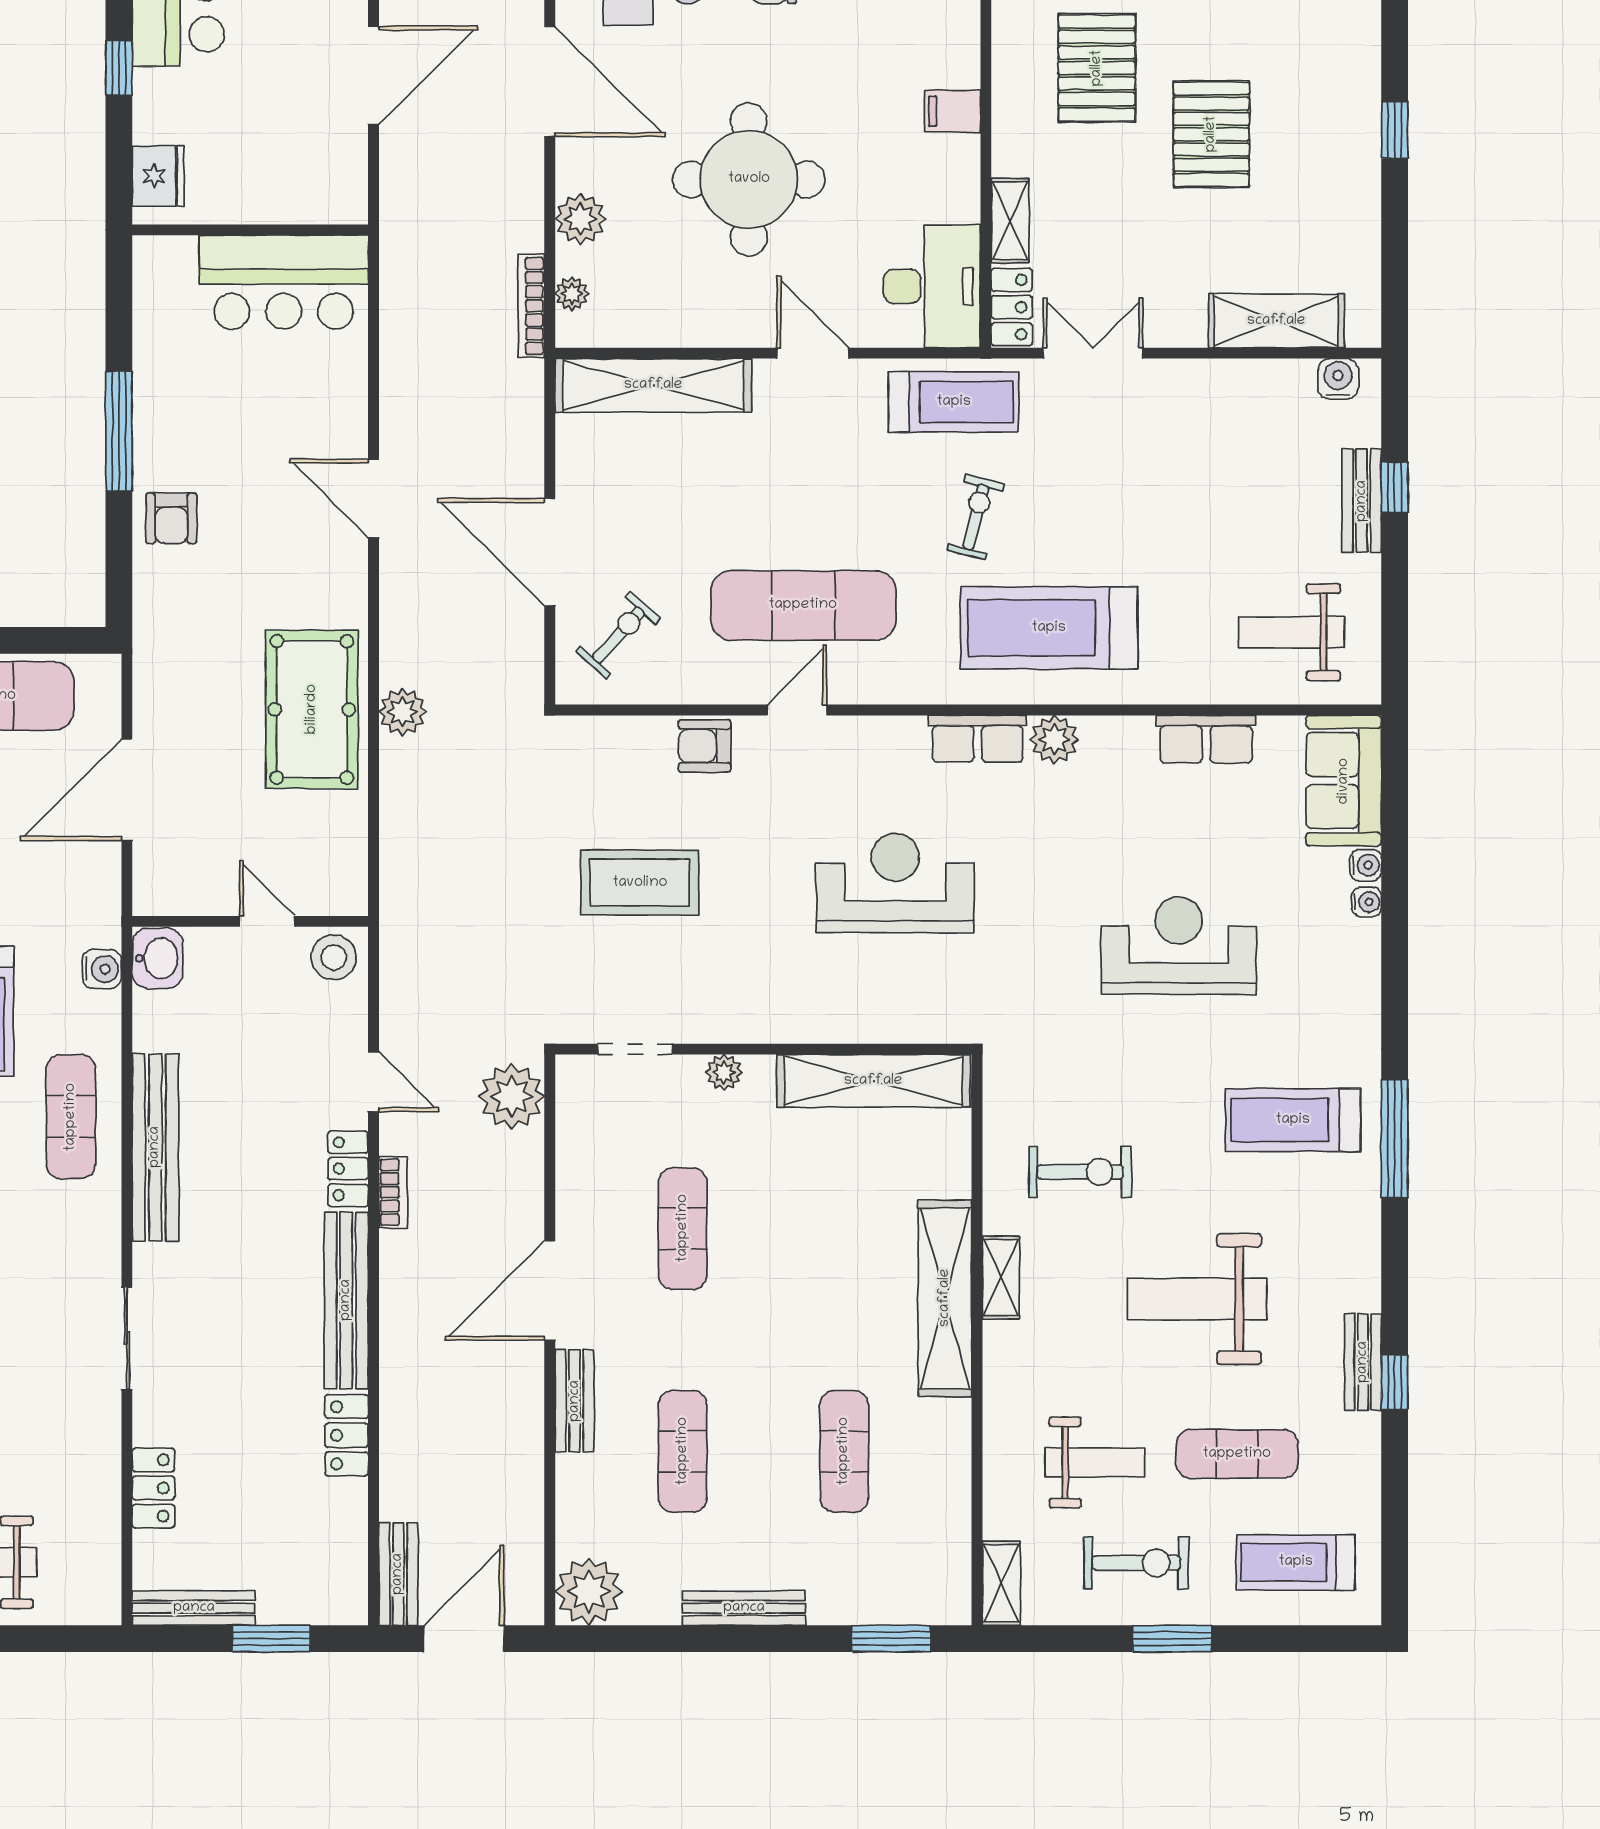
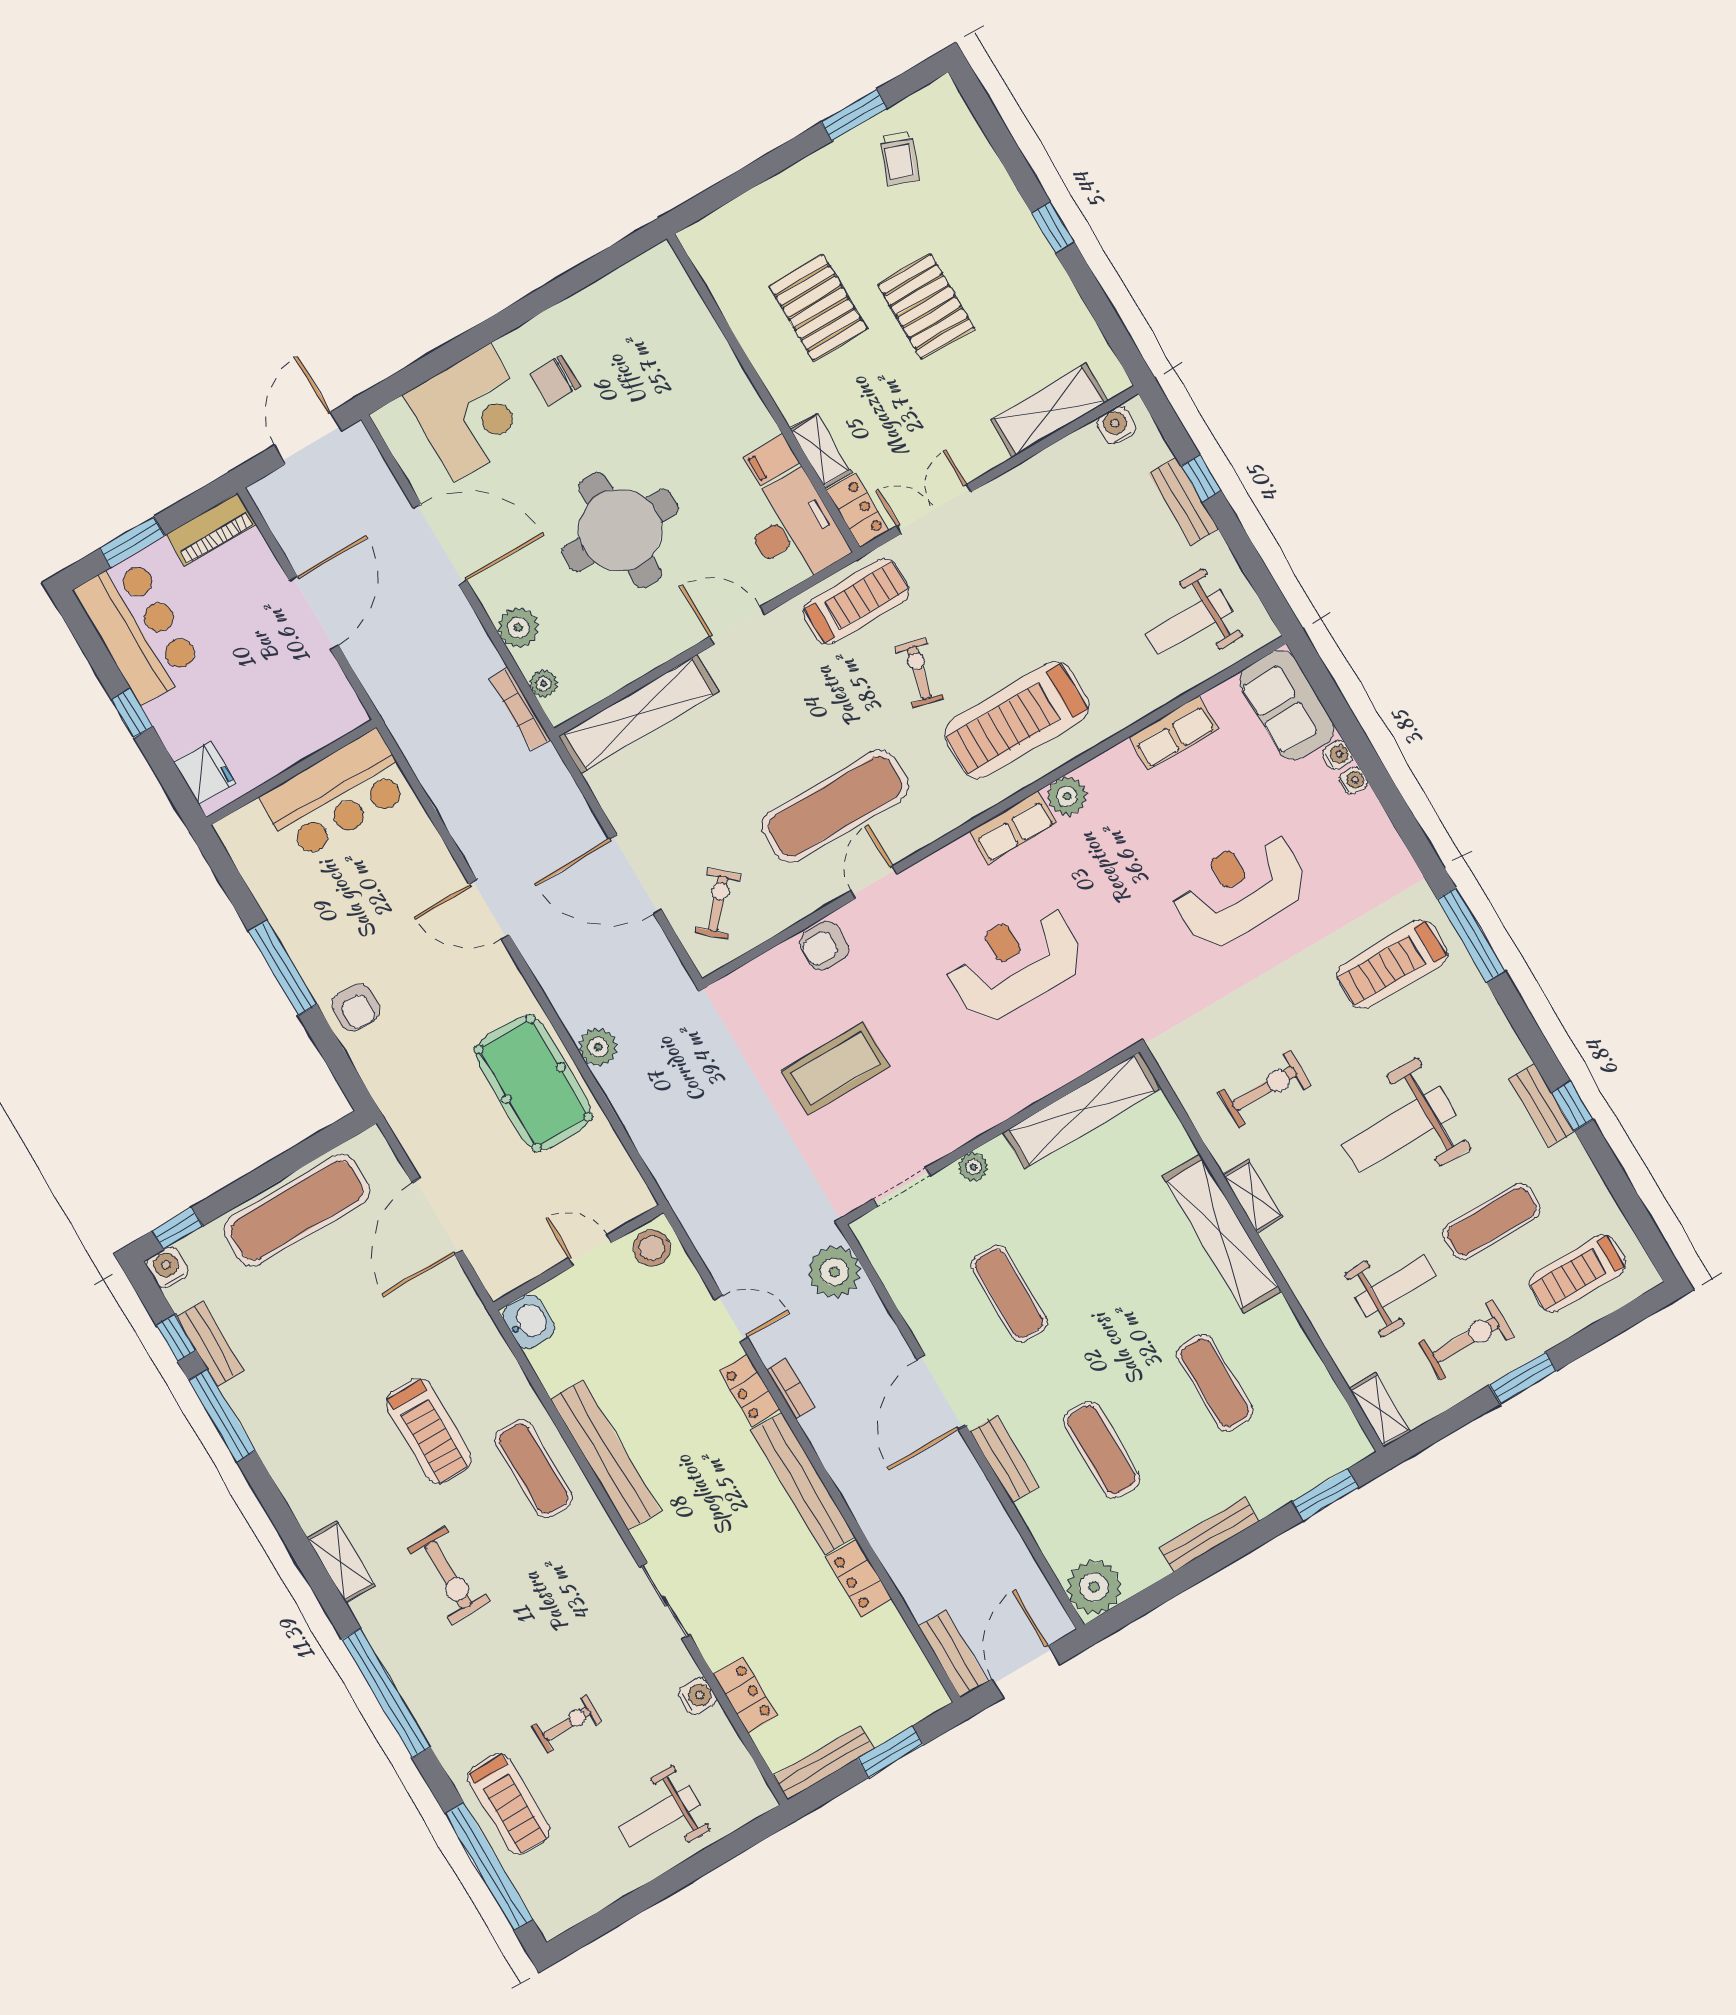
filing cabinet: (952, 111) -> (772, 460), moved
water cooler: (102, 969) -> (697, 1696), moved

